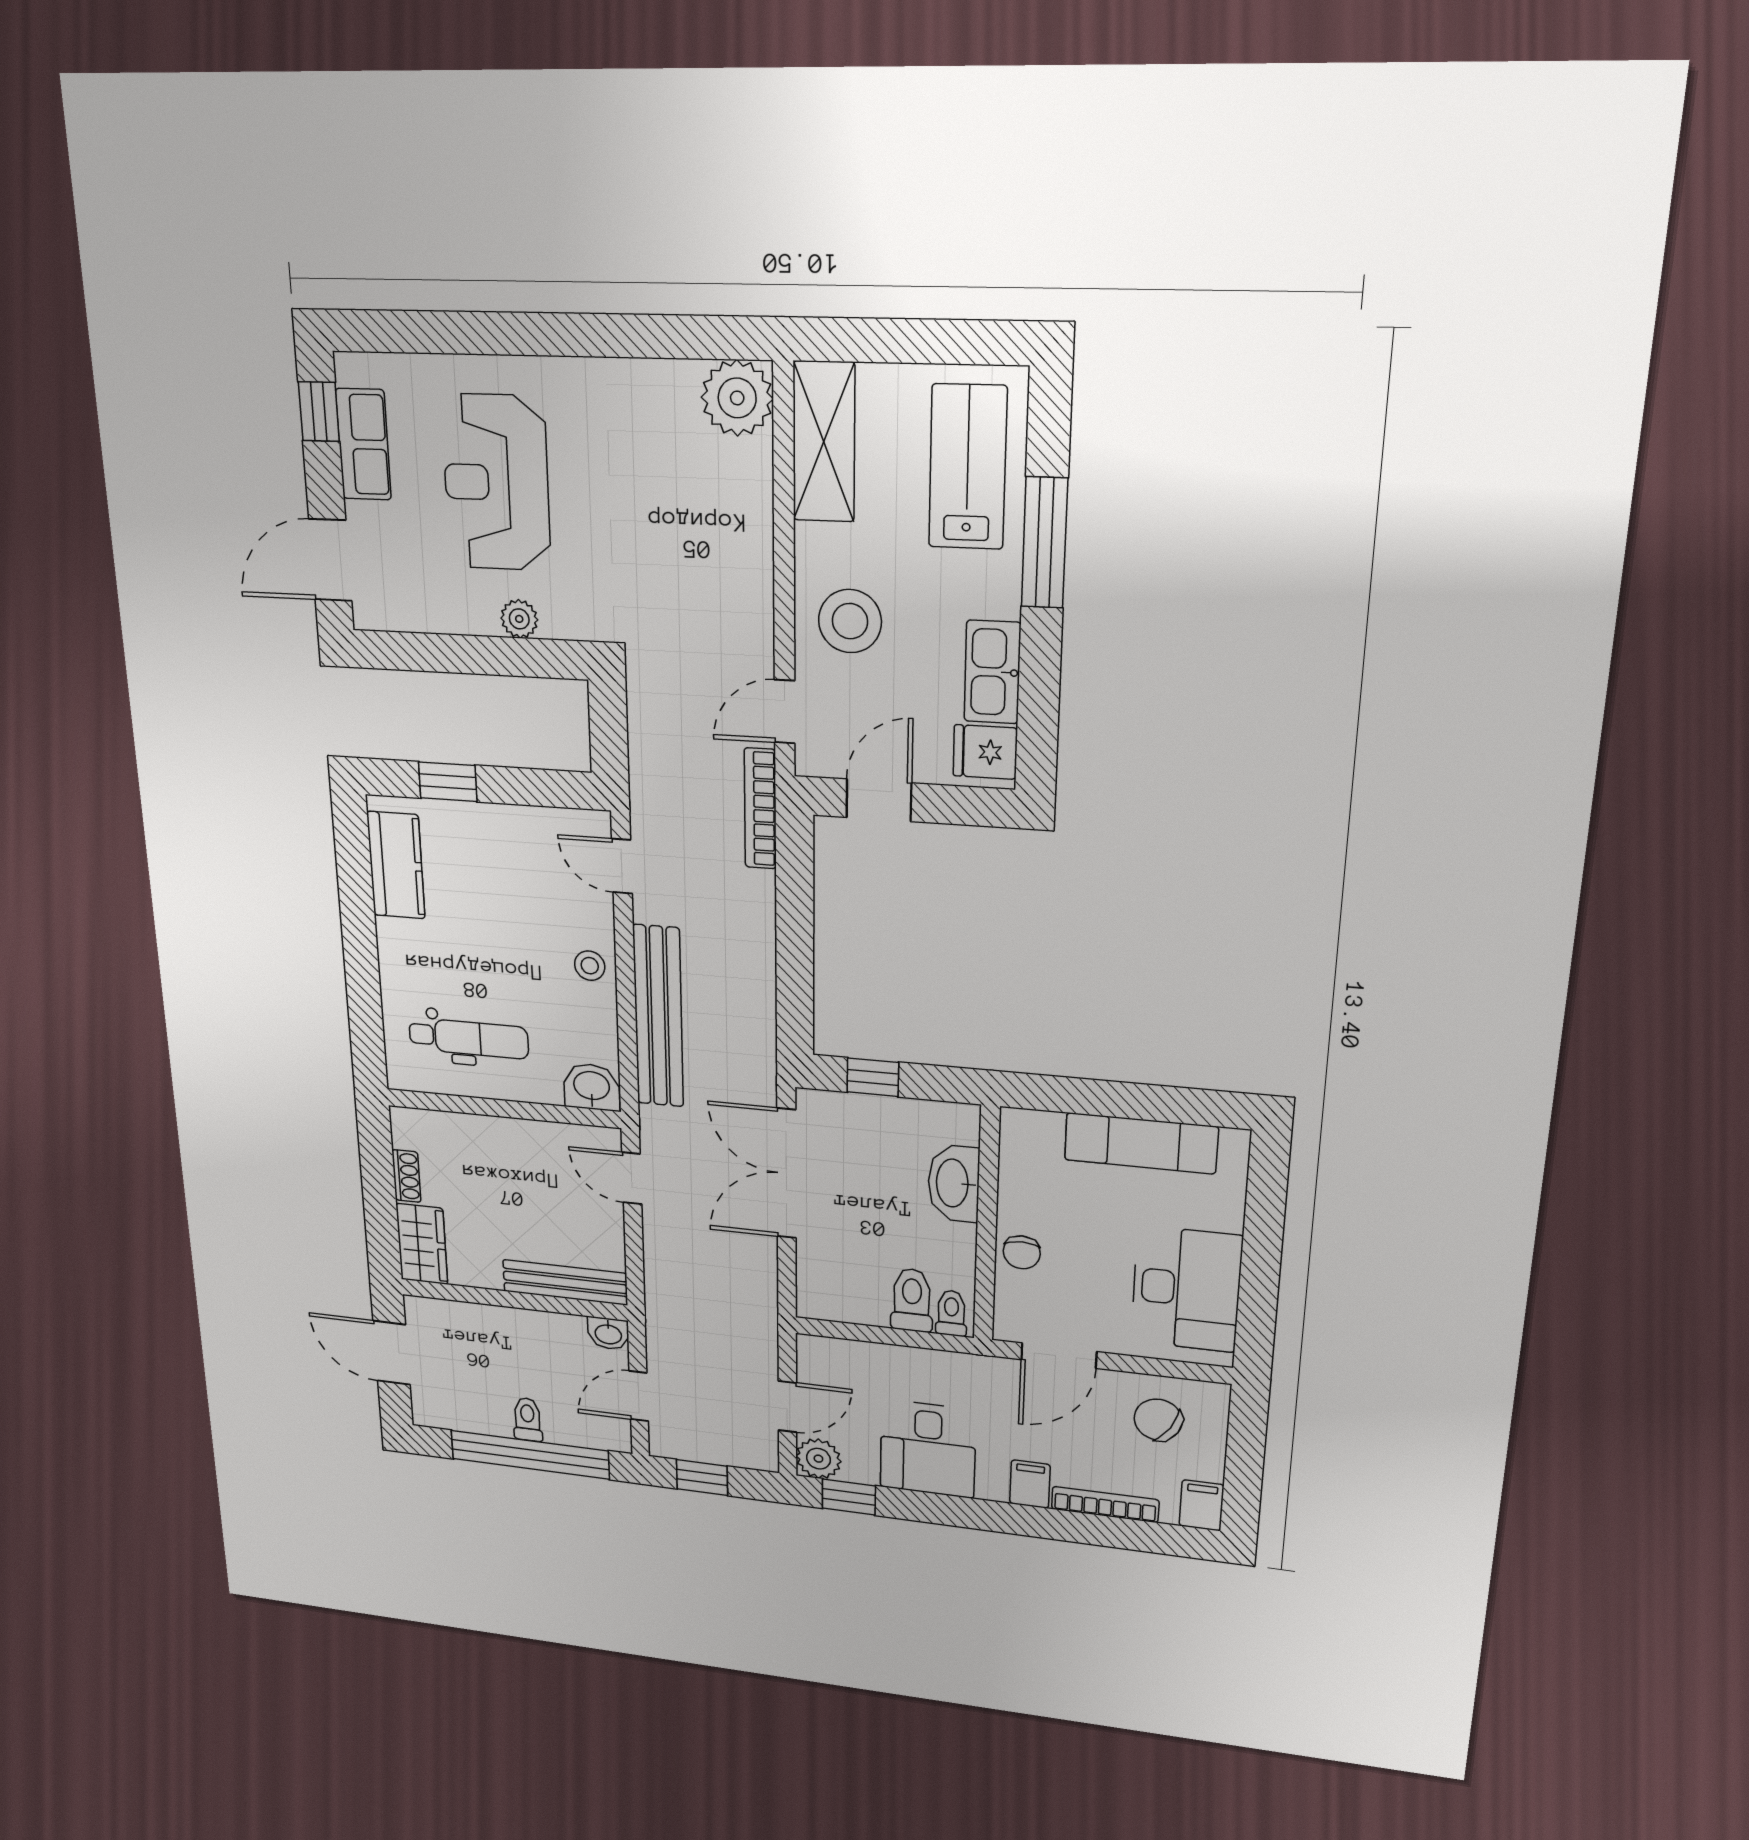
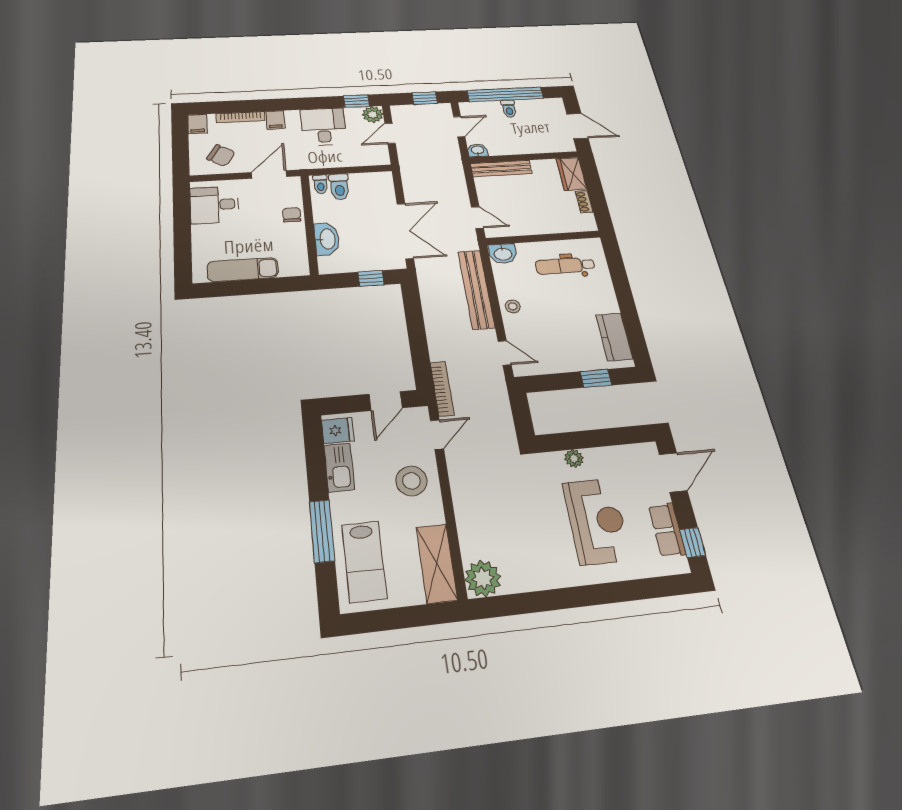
desk: (1186, 1289) -> (214, 205), width x0.73

